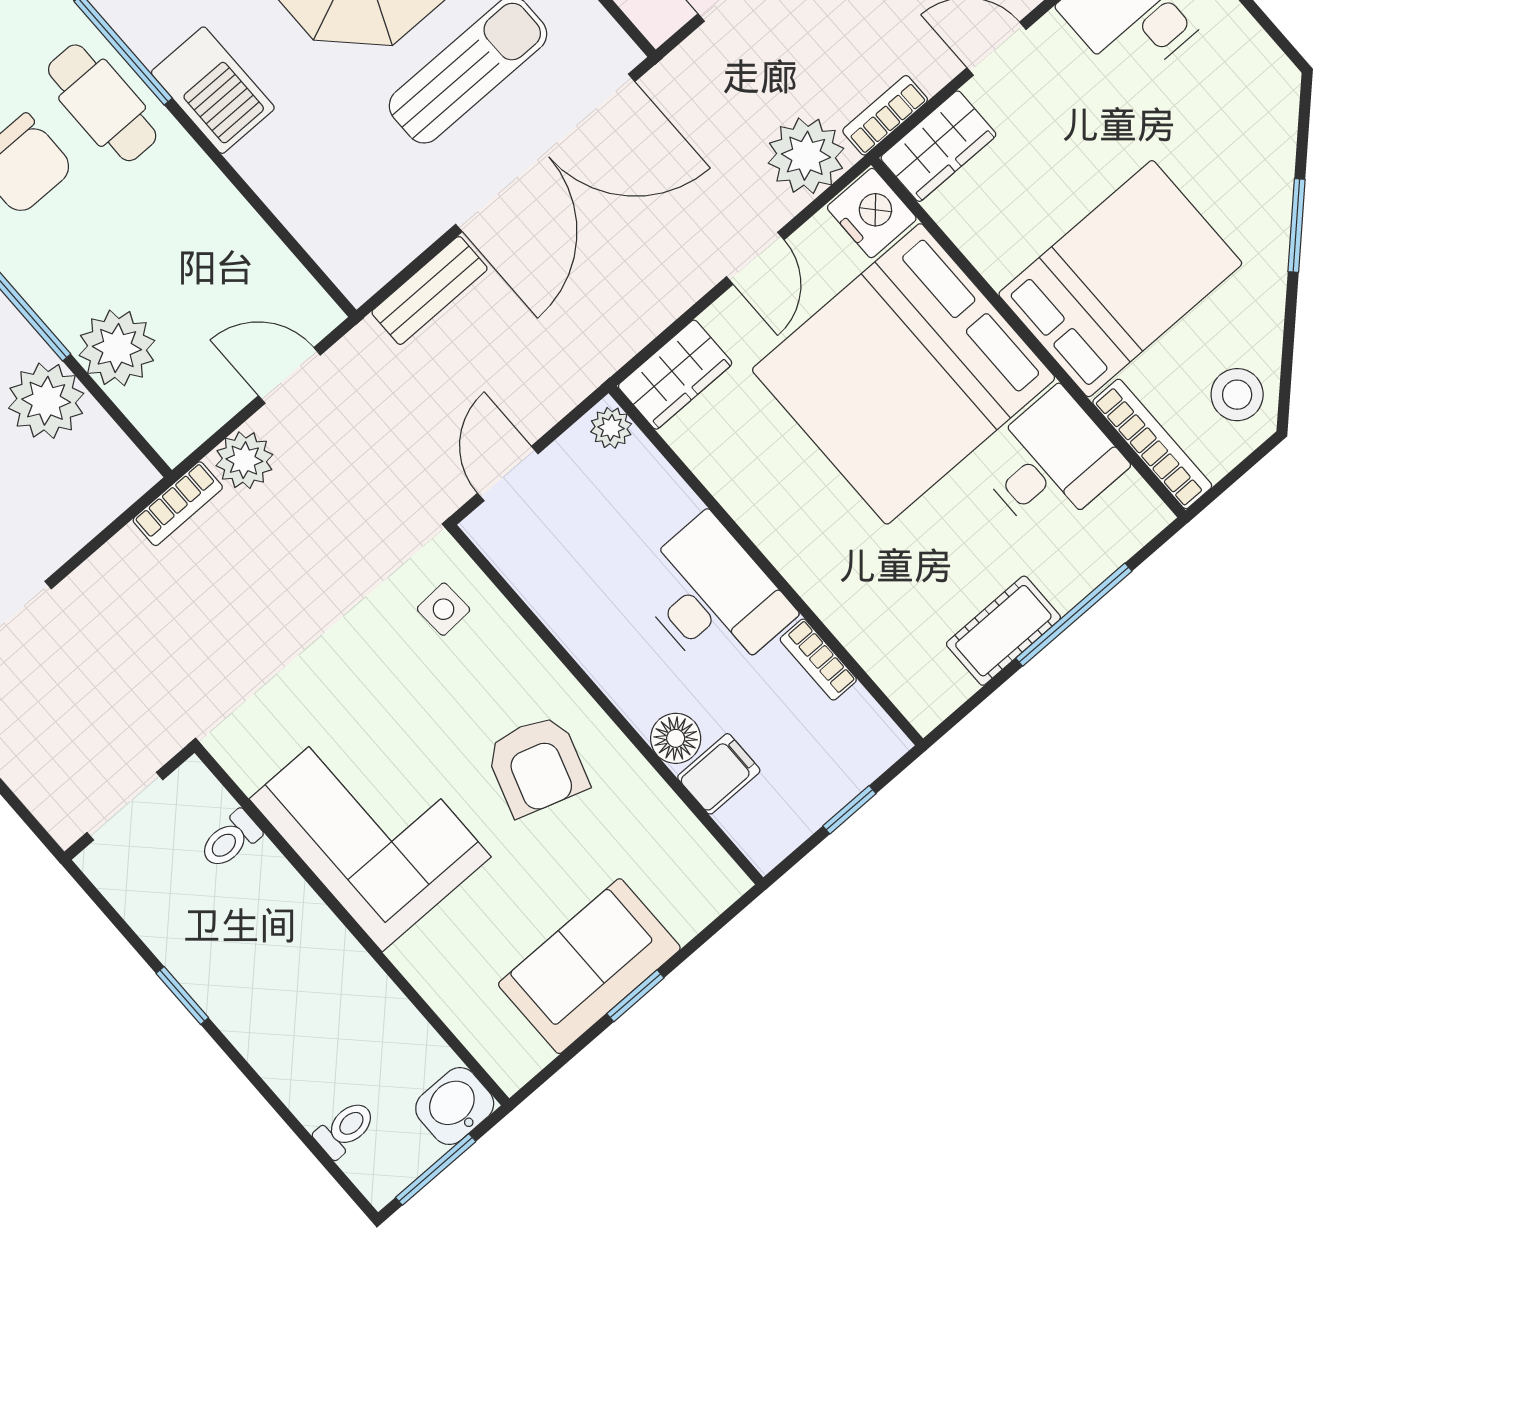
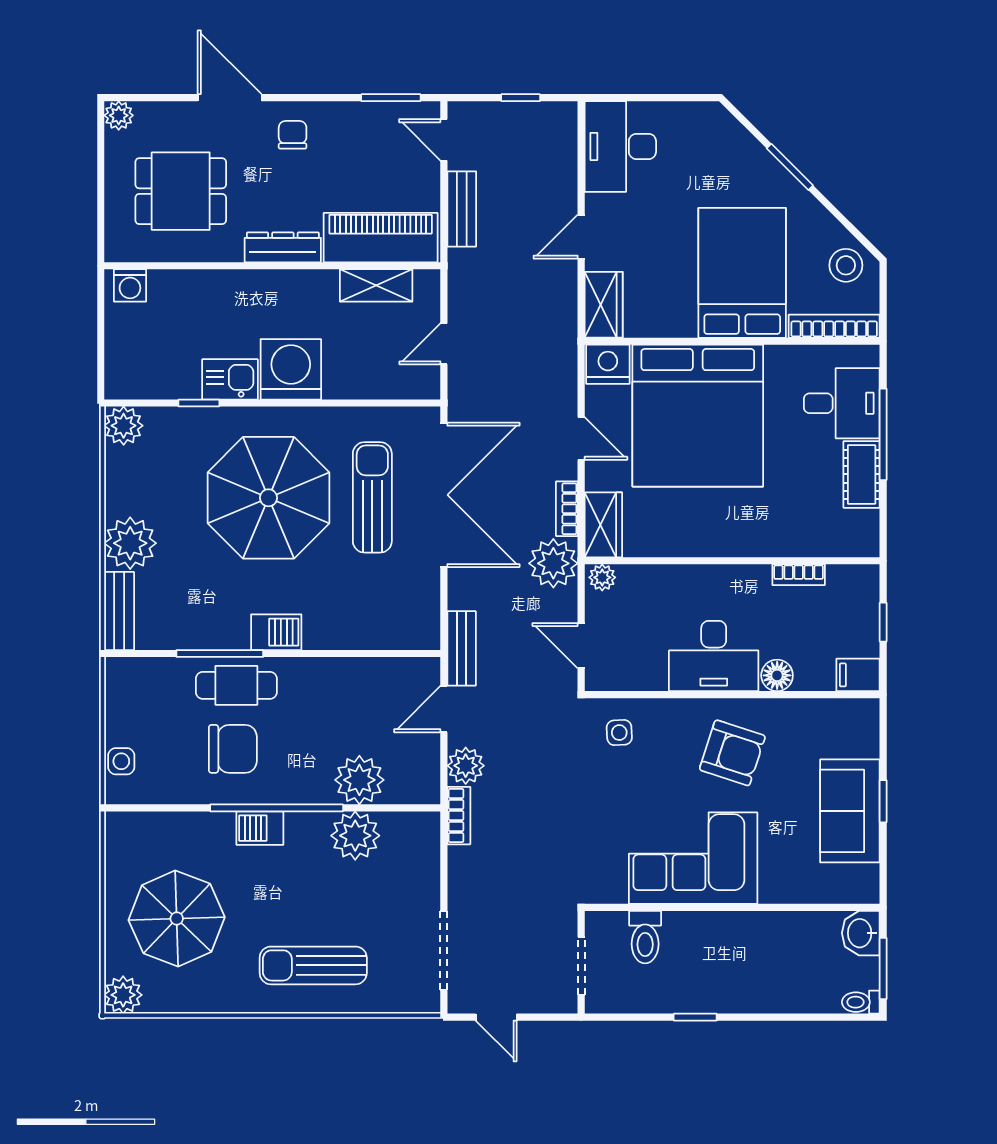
barbecue: (213, 90) -> (276, 632), width x0.73, depth x0.79
bookcase: (885, 115) -> (567, 509), moved
plant: (806, 156) -> (553, 563), moved
bench: (430, 290) -> (462, 648), moved
desk: (1050, 463) -> (842, 403), moved, turned 90
desk: (712, 597) -> (714, 656), moved, turned 180
filing cabinet: (719, 774) -> (858, 675), moved, turned -90
toilet: (230, 840) -> (645, 937), width x1.37, depth x1.39
toilet: (345, 1129) -> (861, 1002), moved, turned -90

